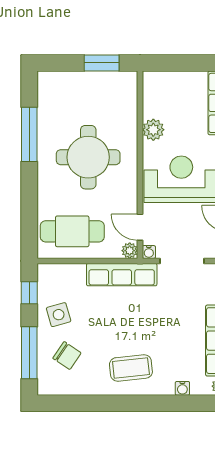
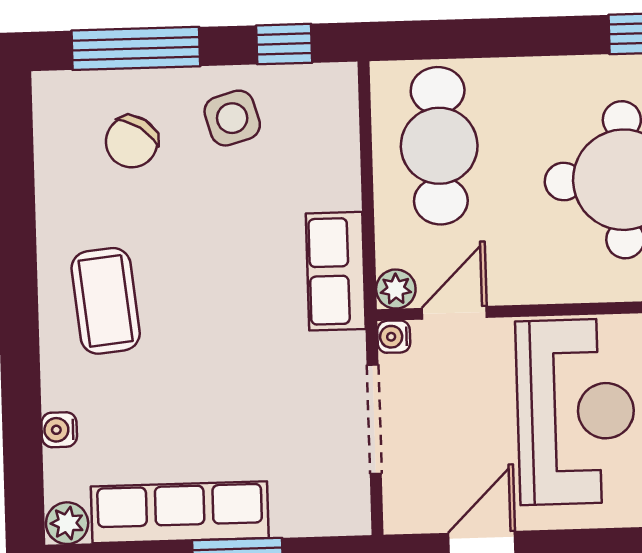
row of seats: (122, 275) -> (336, 271), width x0.68

